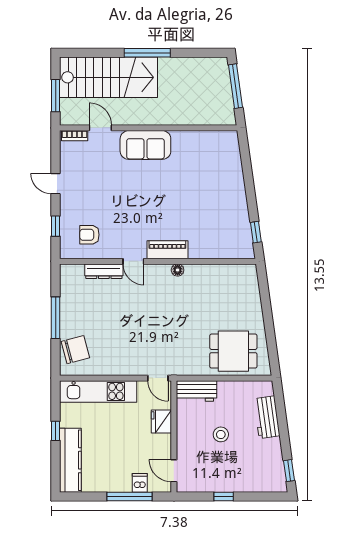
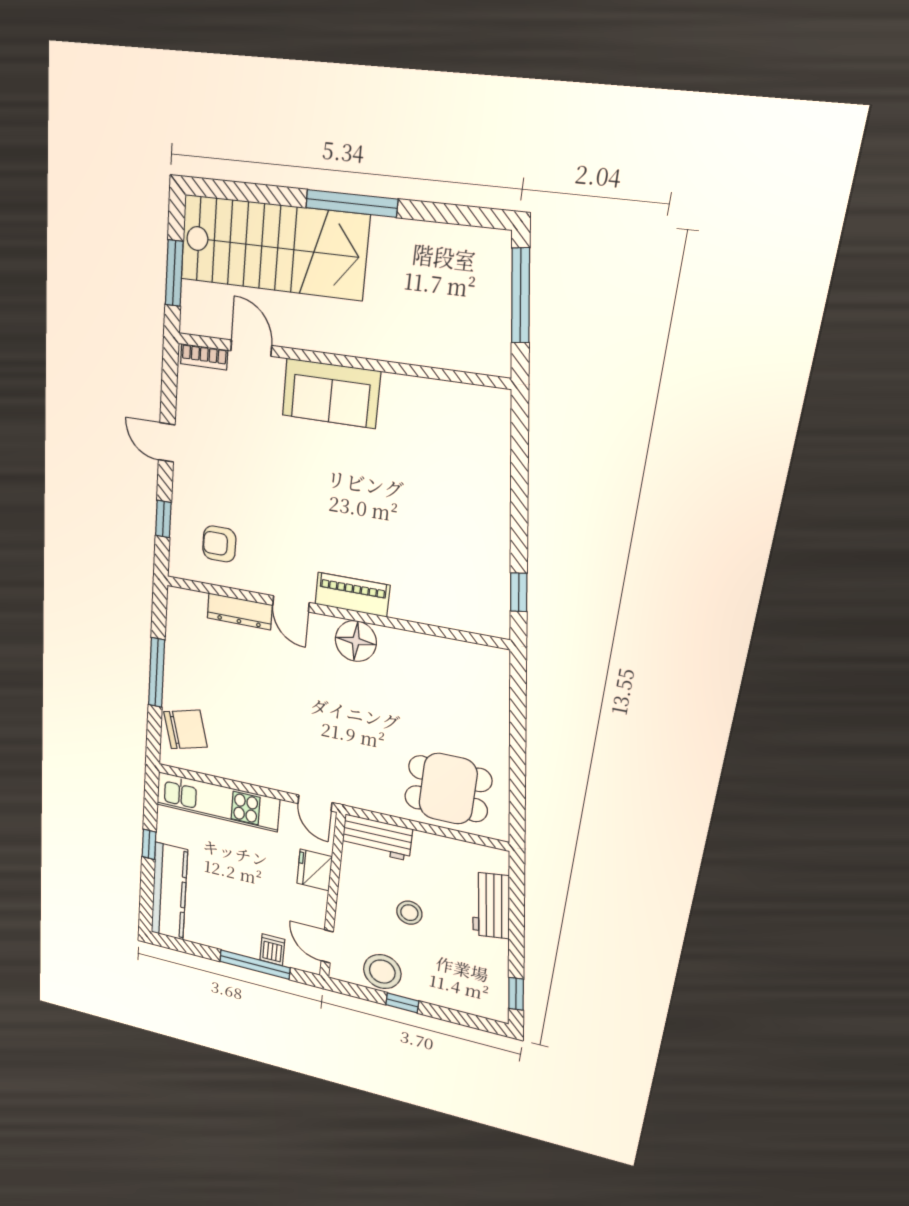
floor lamp: (178, 270) -> (356, 641), width x1.89, depth x1.89
stool: (209, 478) -> (382, 972), added

